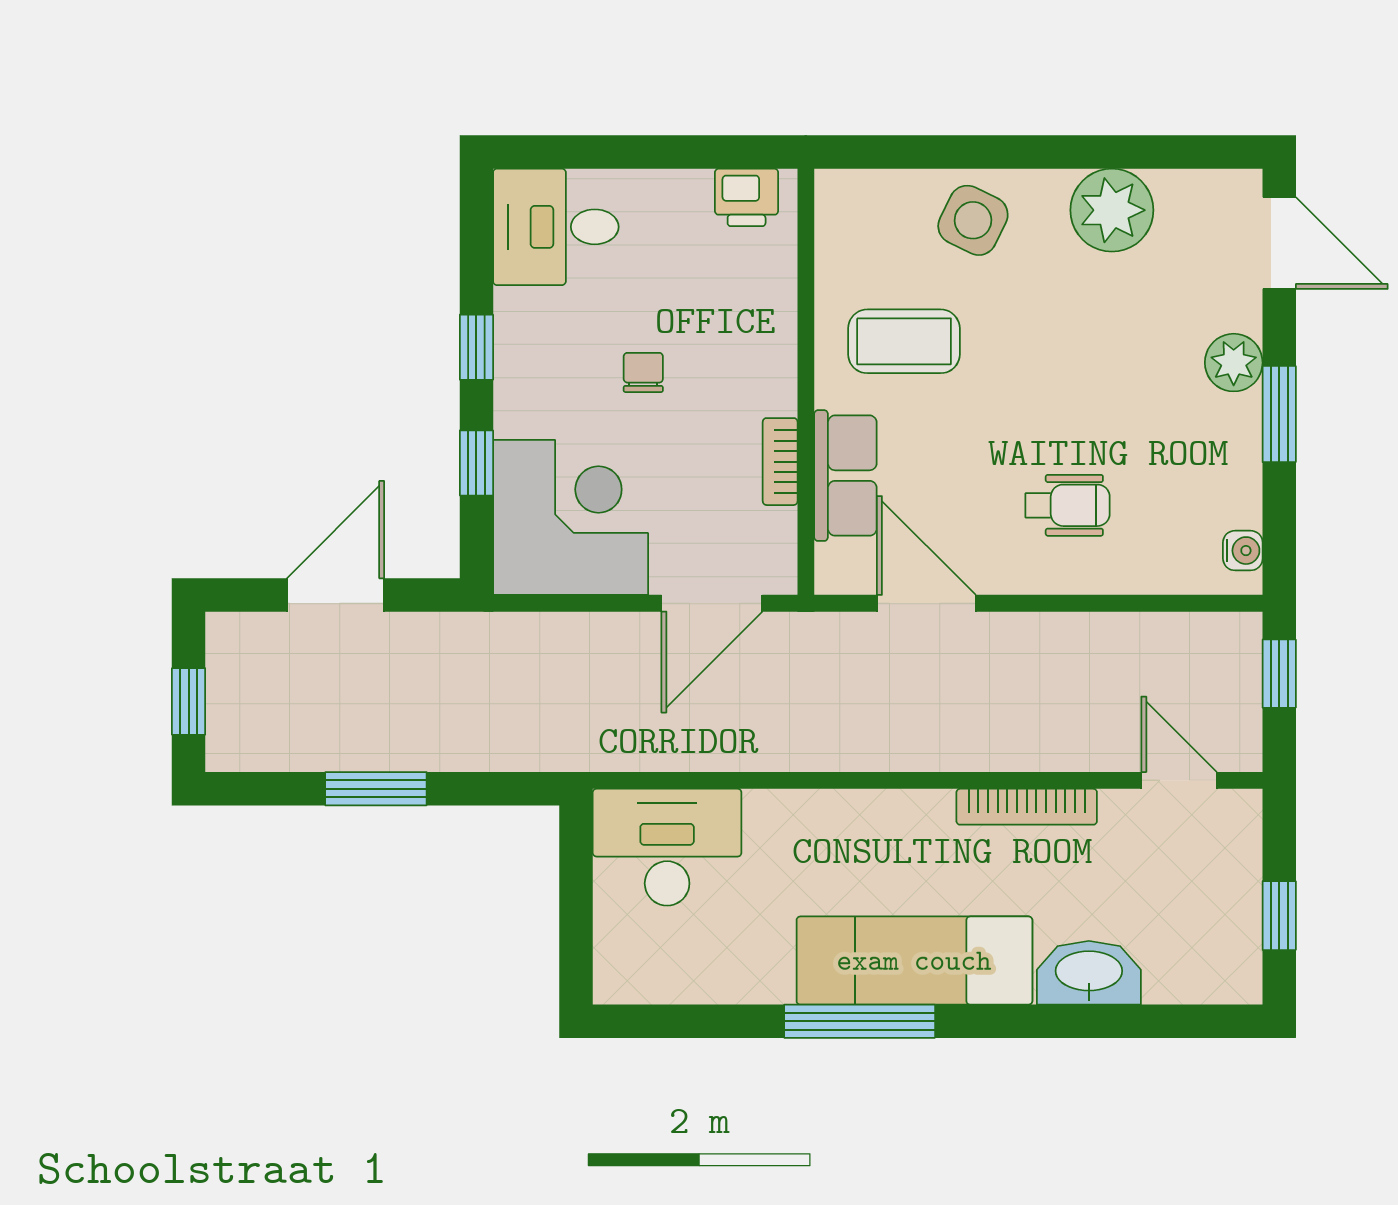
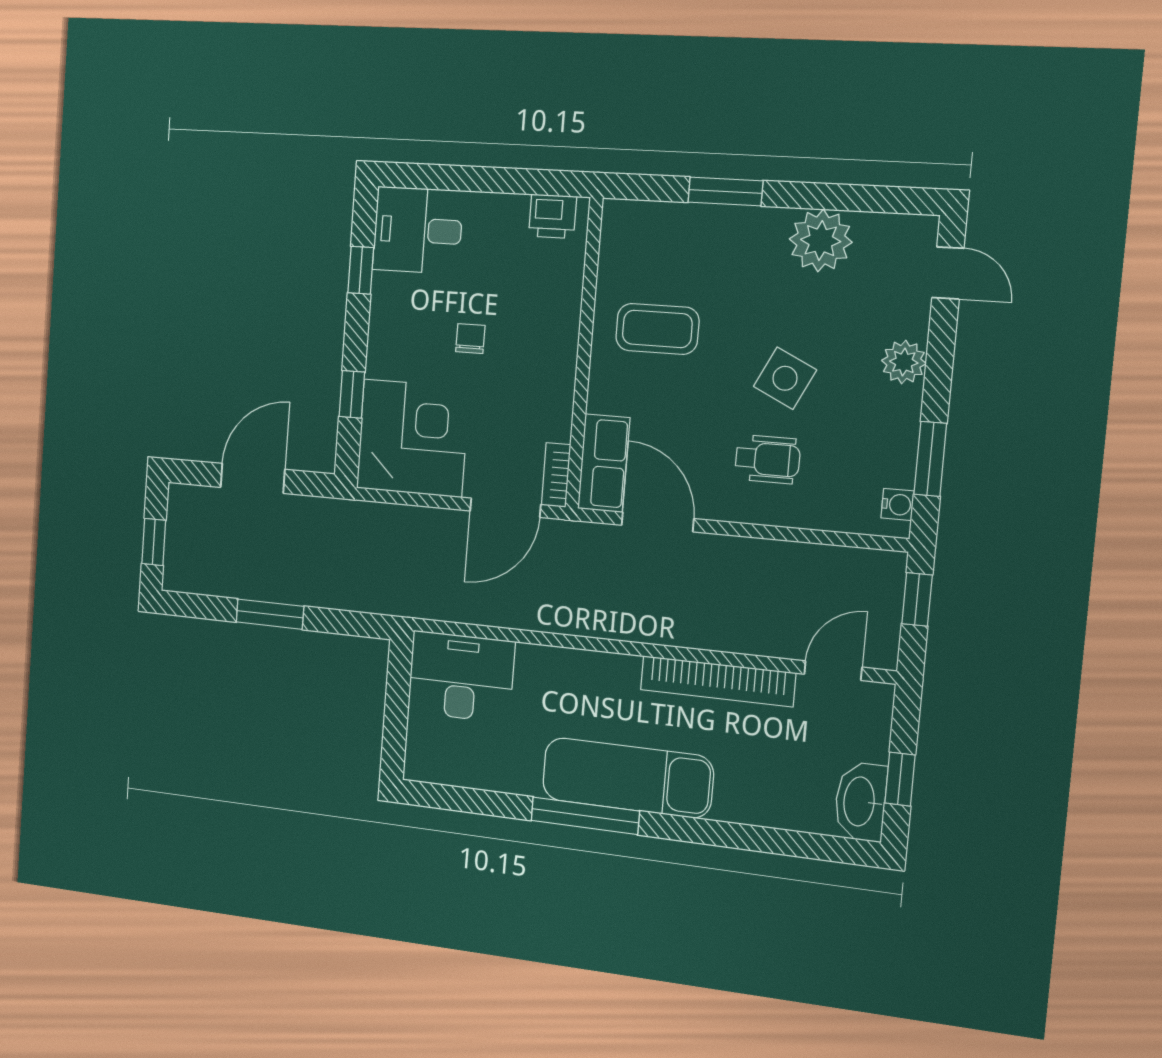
window: (980, 152) -> (725, 191), added
side table: (973, 220) -> (785, 378), moved
door: (1279, 243) -> (948, 273), width x0.73
window: (476, 347) -> (361, 270), moved
window: (1279, 414) -> (930, 459), moved
bookcase: (780, 462) -> (556, 475), moved
row of seats: (845, 476) -> (604, 463), moved
door: (1179, 780) -> (833, 671), hinge flipped
bookcase: (1027, 807) -> (718, 681), width x1.48, depth x1.31
washbasin: (1089, 973) -> (860, 802), moved, turned -90

